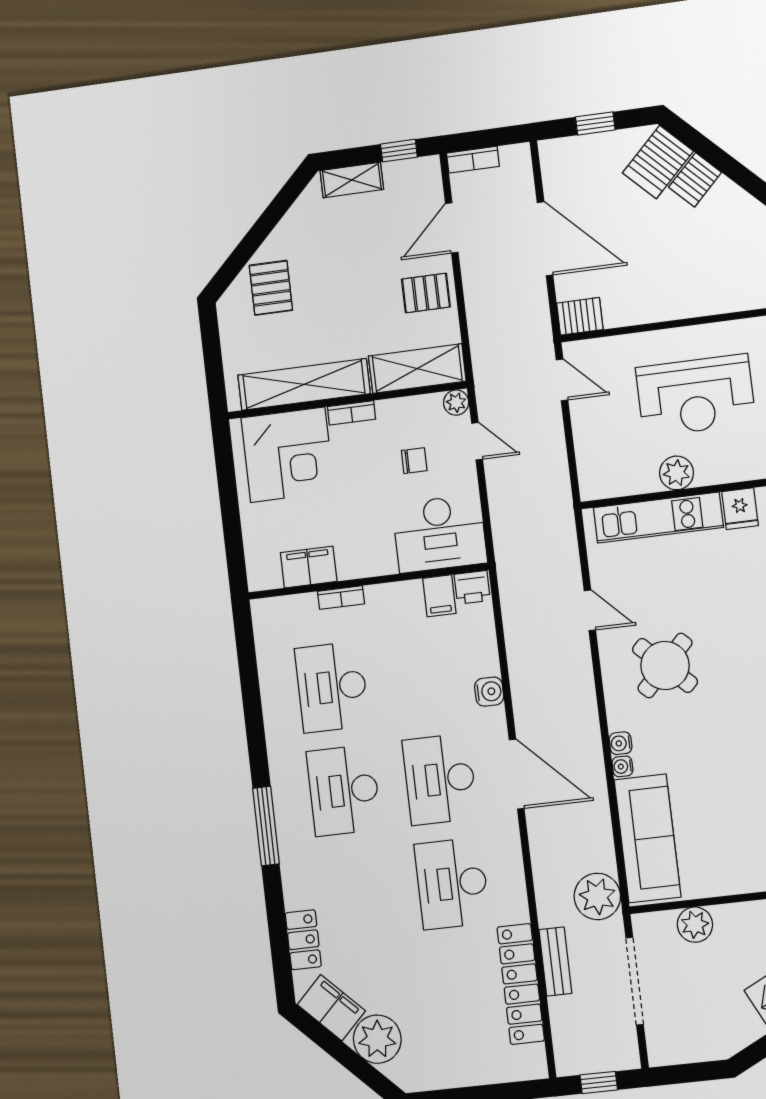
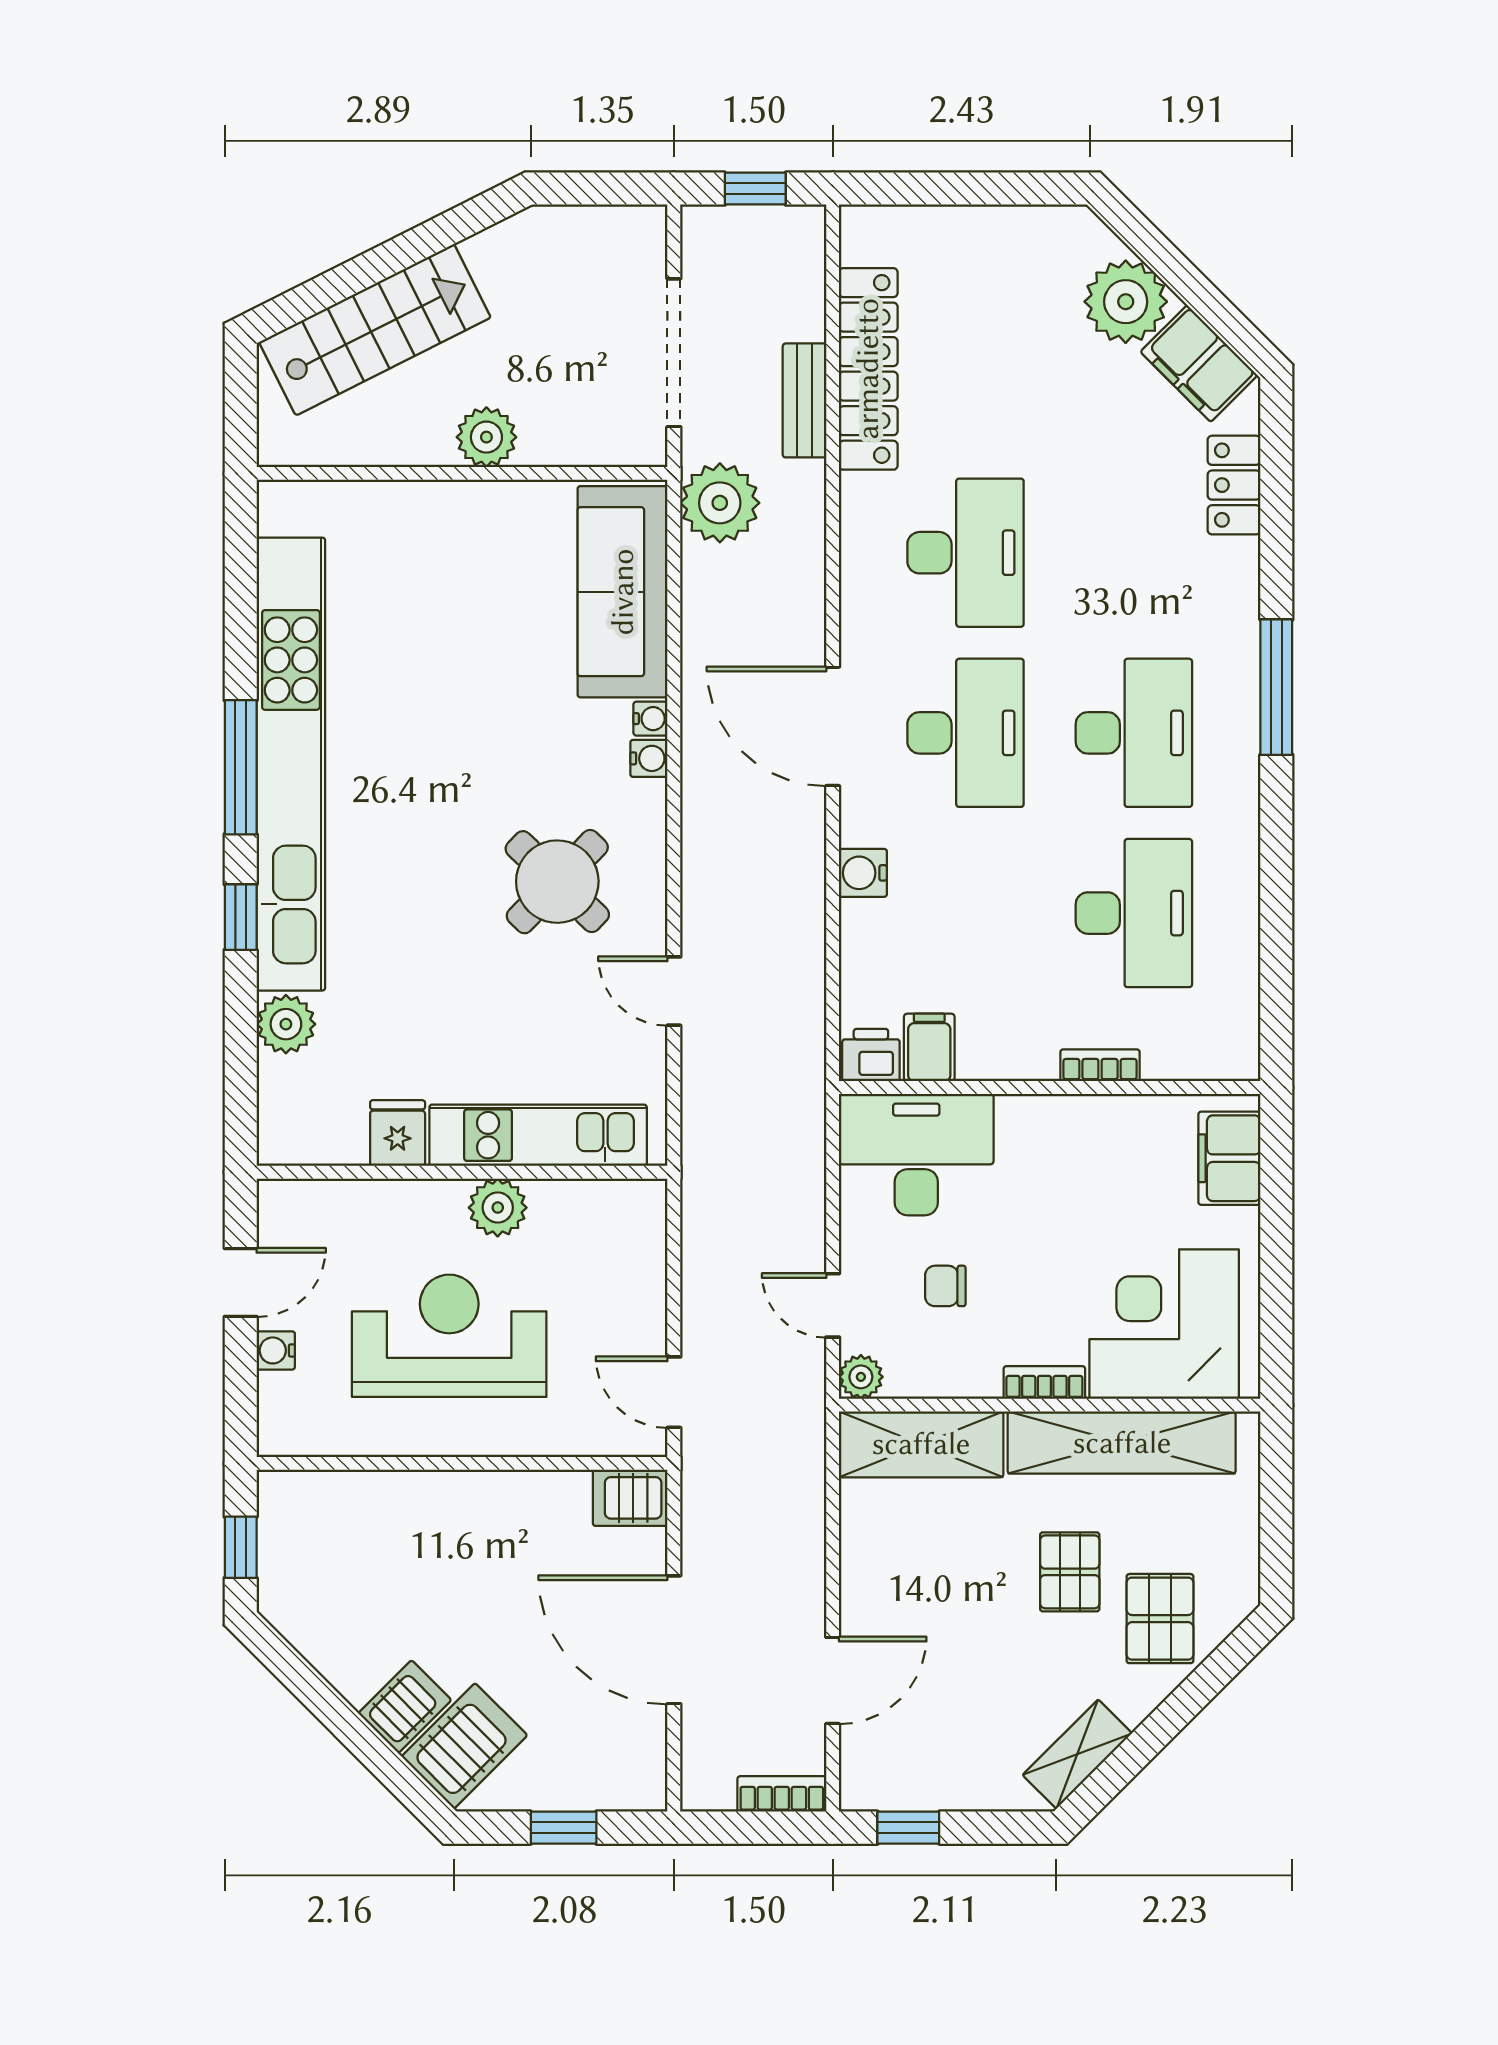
shelving: (352, 180) -> (1077, 1754), moved, turned -45
pallet: (426, 293) -> (1070, 1572), moved, turned 90
filing cabinet: (309, 567) -> (1229, 1158), moved, turned 90
plant: (695, 925) -> (486, 437), moved

